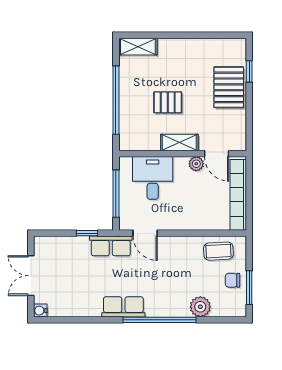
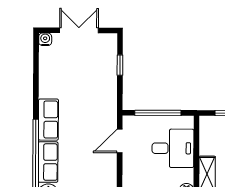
window: (87, 233) -> (120, 65), moved
row of seats: (111, 246) -> (48, 162), moved, turned 180

